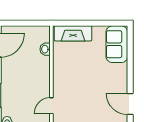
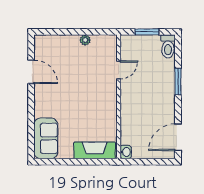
washbasin: (45, 49) -> (126, 152), moved

